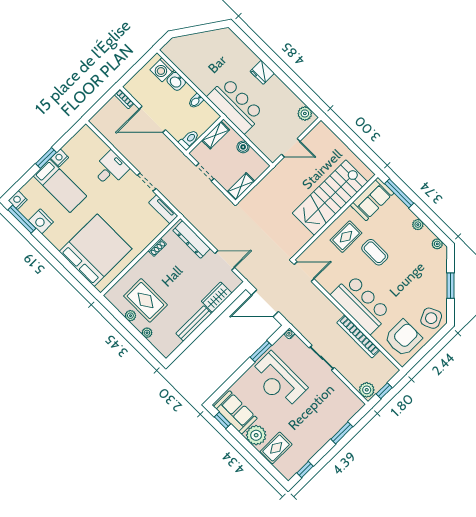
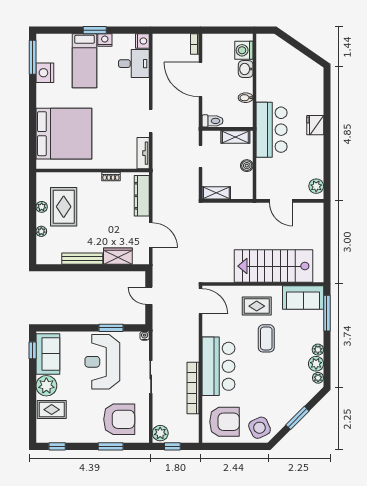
desk: (110, 169) -> (134, 64), moved
nightstand: (18, 200) -> (142, 41), moved, turned 90
plant: (426, 236) -> (316, 364), added
door: (265, 303) -> (149, 296), width x0.53
armchair: (329, 408) -> (119, 419), added

